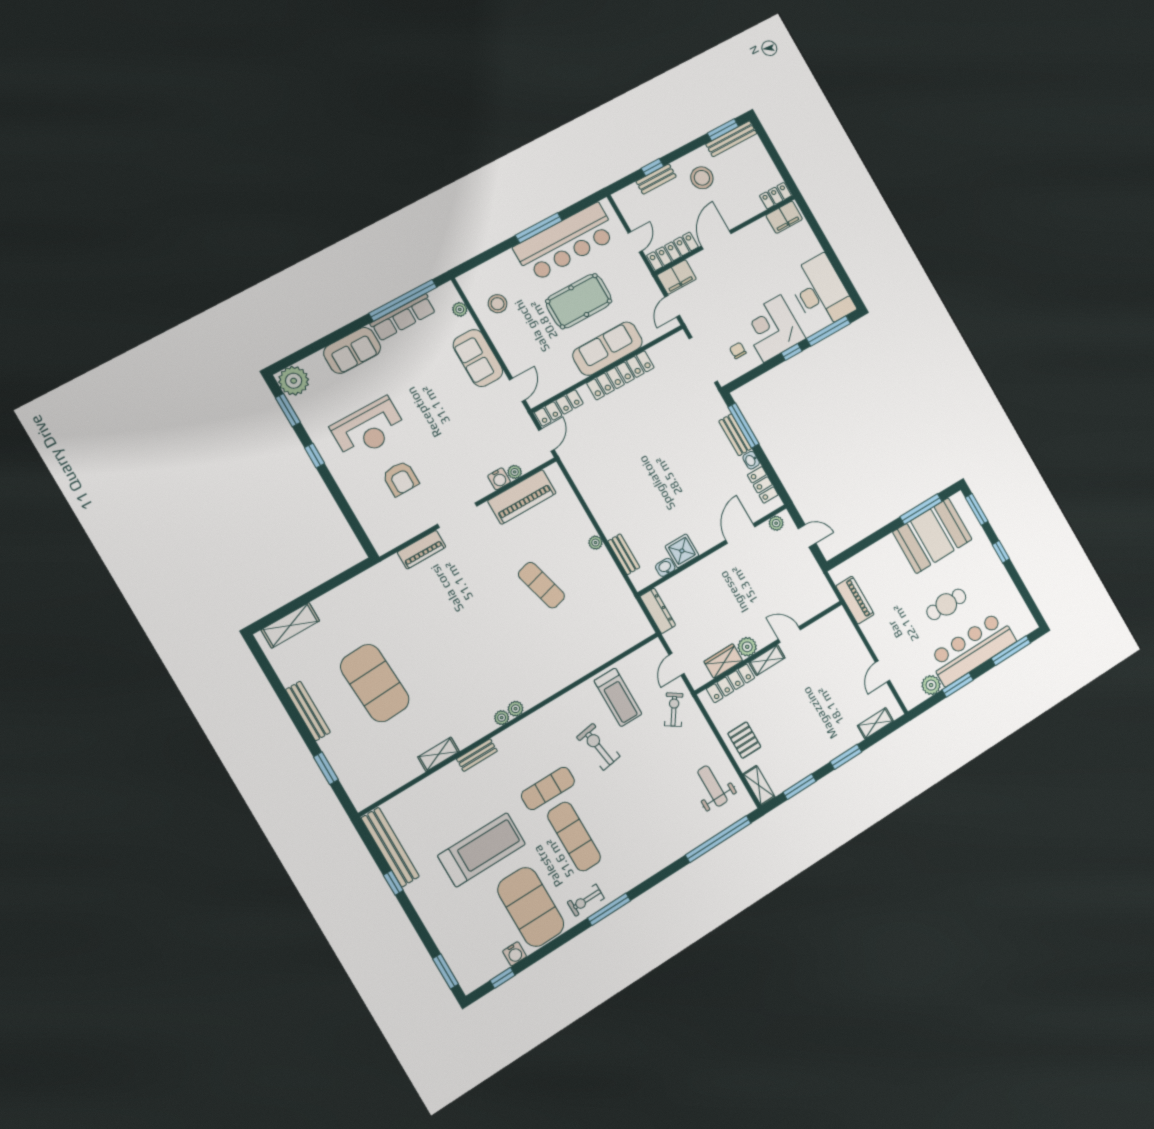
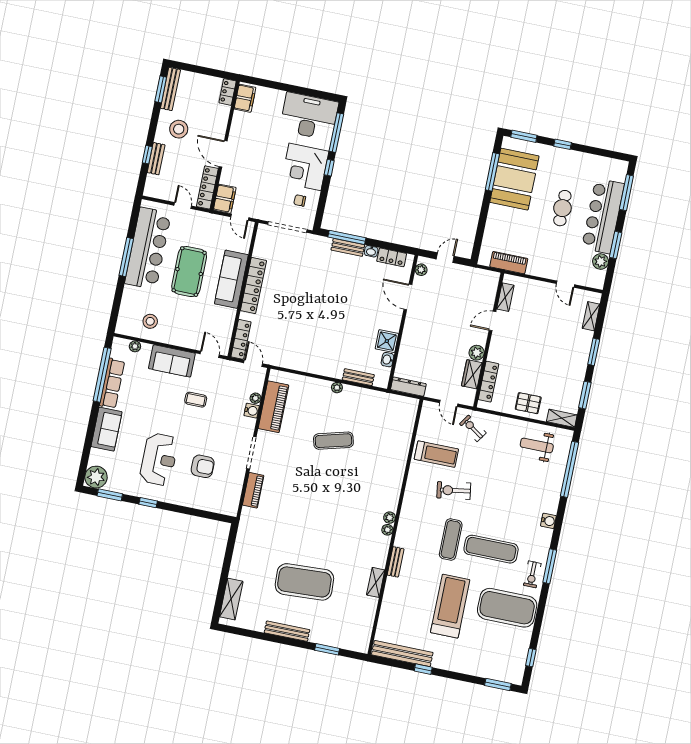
coffee table: (461, 414) -> (196, 400), added
shelving: (767, 660) -> (505, 297), moved
water cooler: (515, 954) -> (548, 521), moved

